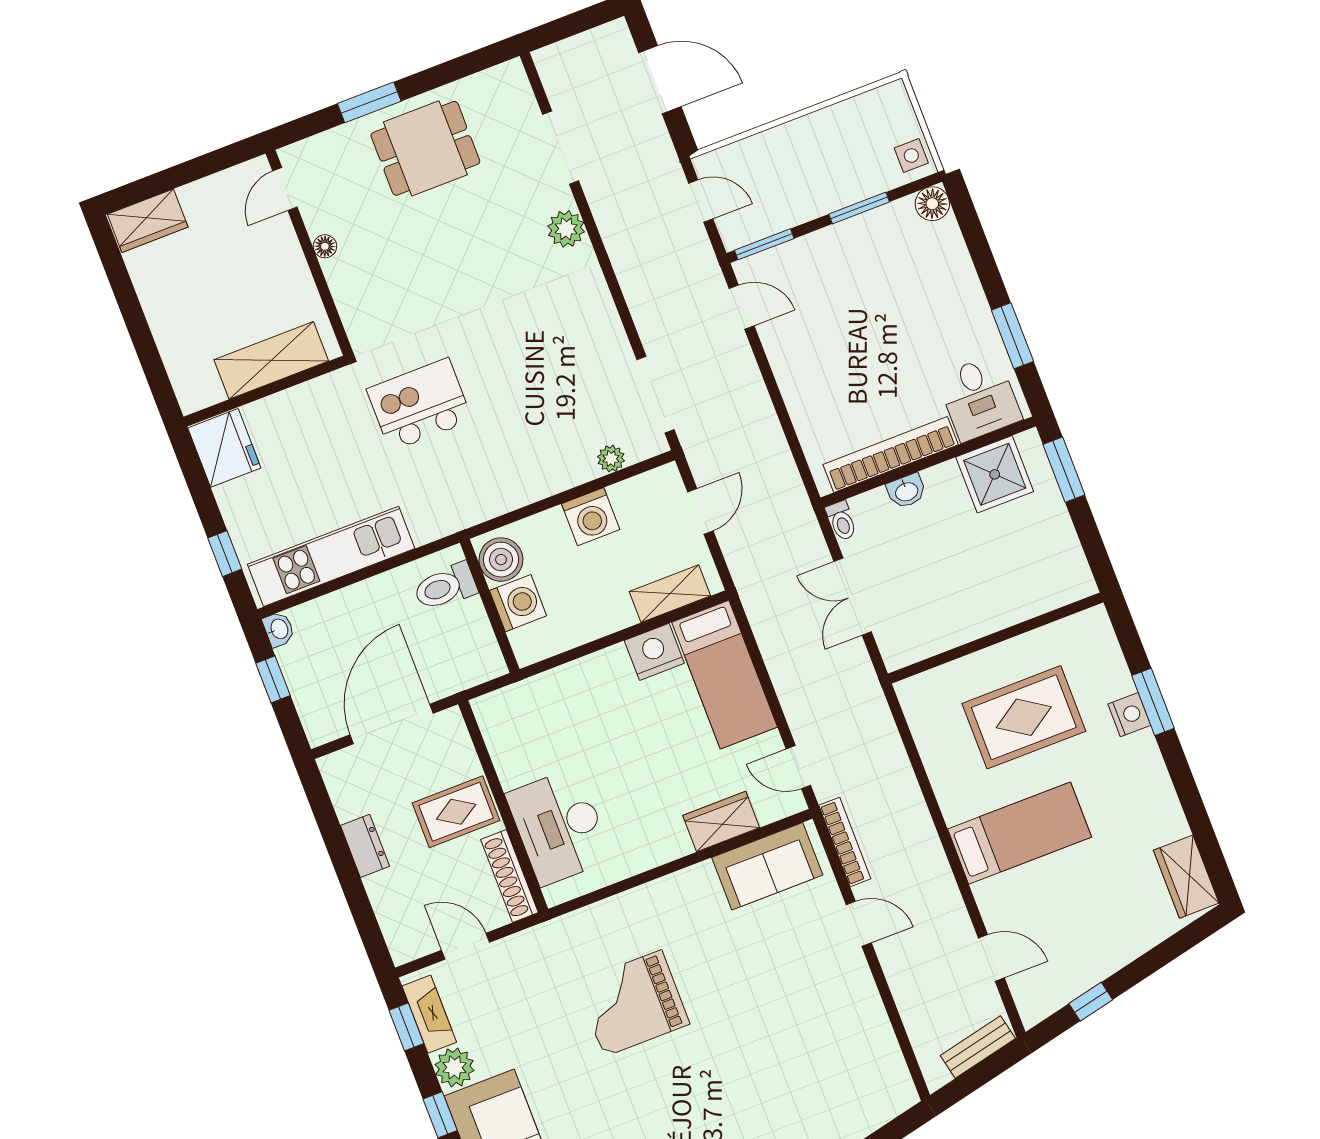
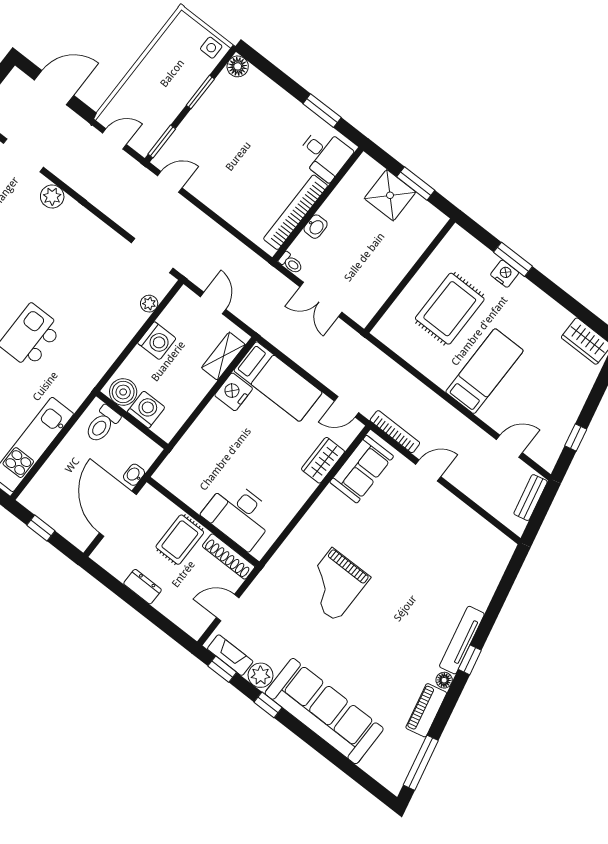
window: (1064, 470) -> (416, 184), moved
shower: (995, 474) -> (390, 195), moved
washbasin: (279, 629) -> (134, 475), moved, turned -90

